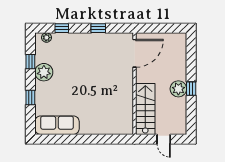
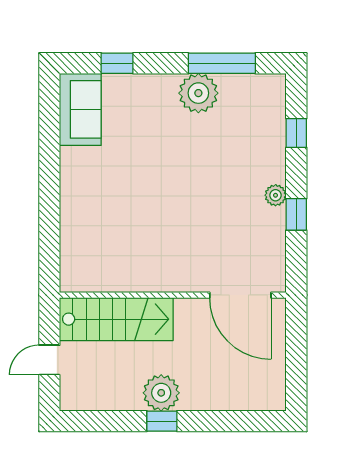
plant: (47, 38) -> (276, 195), moved
window: (30, 62) -> (222, 63), width x2.17
window: (30, 98) -> (117, 63), moved
sofa: (57, 125) -> (80, 109), width x0.73

